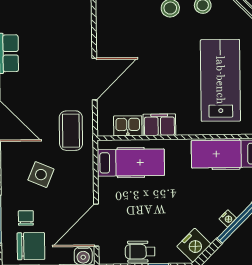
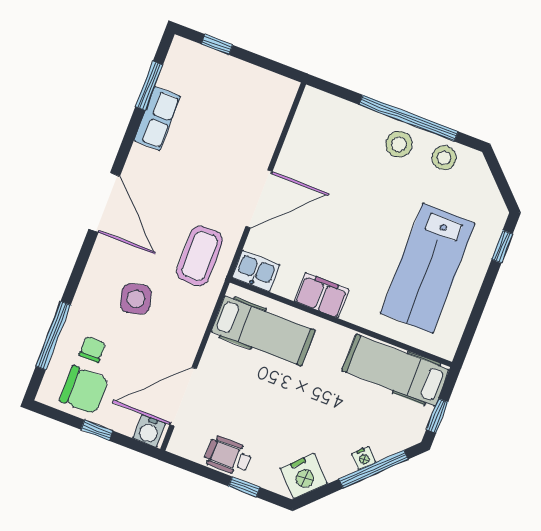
lab bench: (220, 80) -> (428, 268), turned 180
kitchen sink: (128, 126) -> (256, 271), moved
side table: (41, 175) -> (136, 299), turned -38

